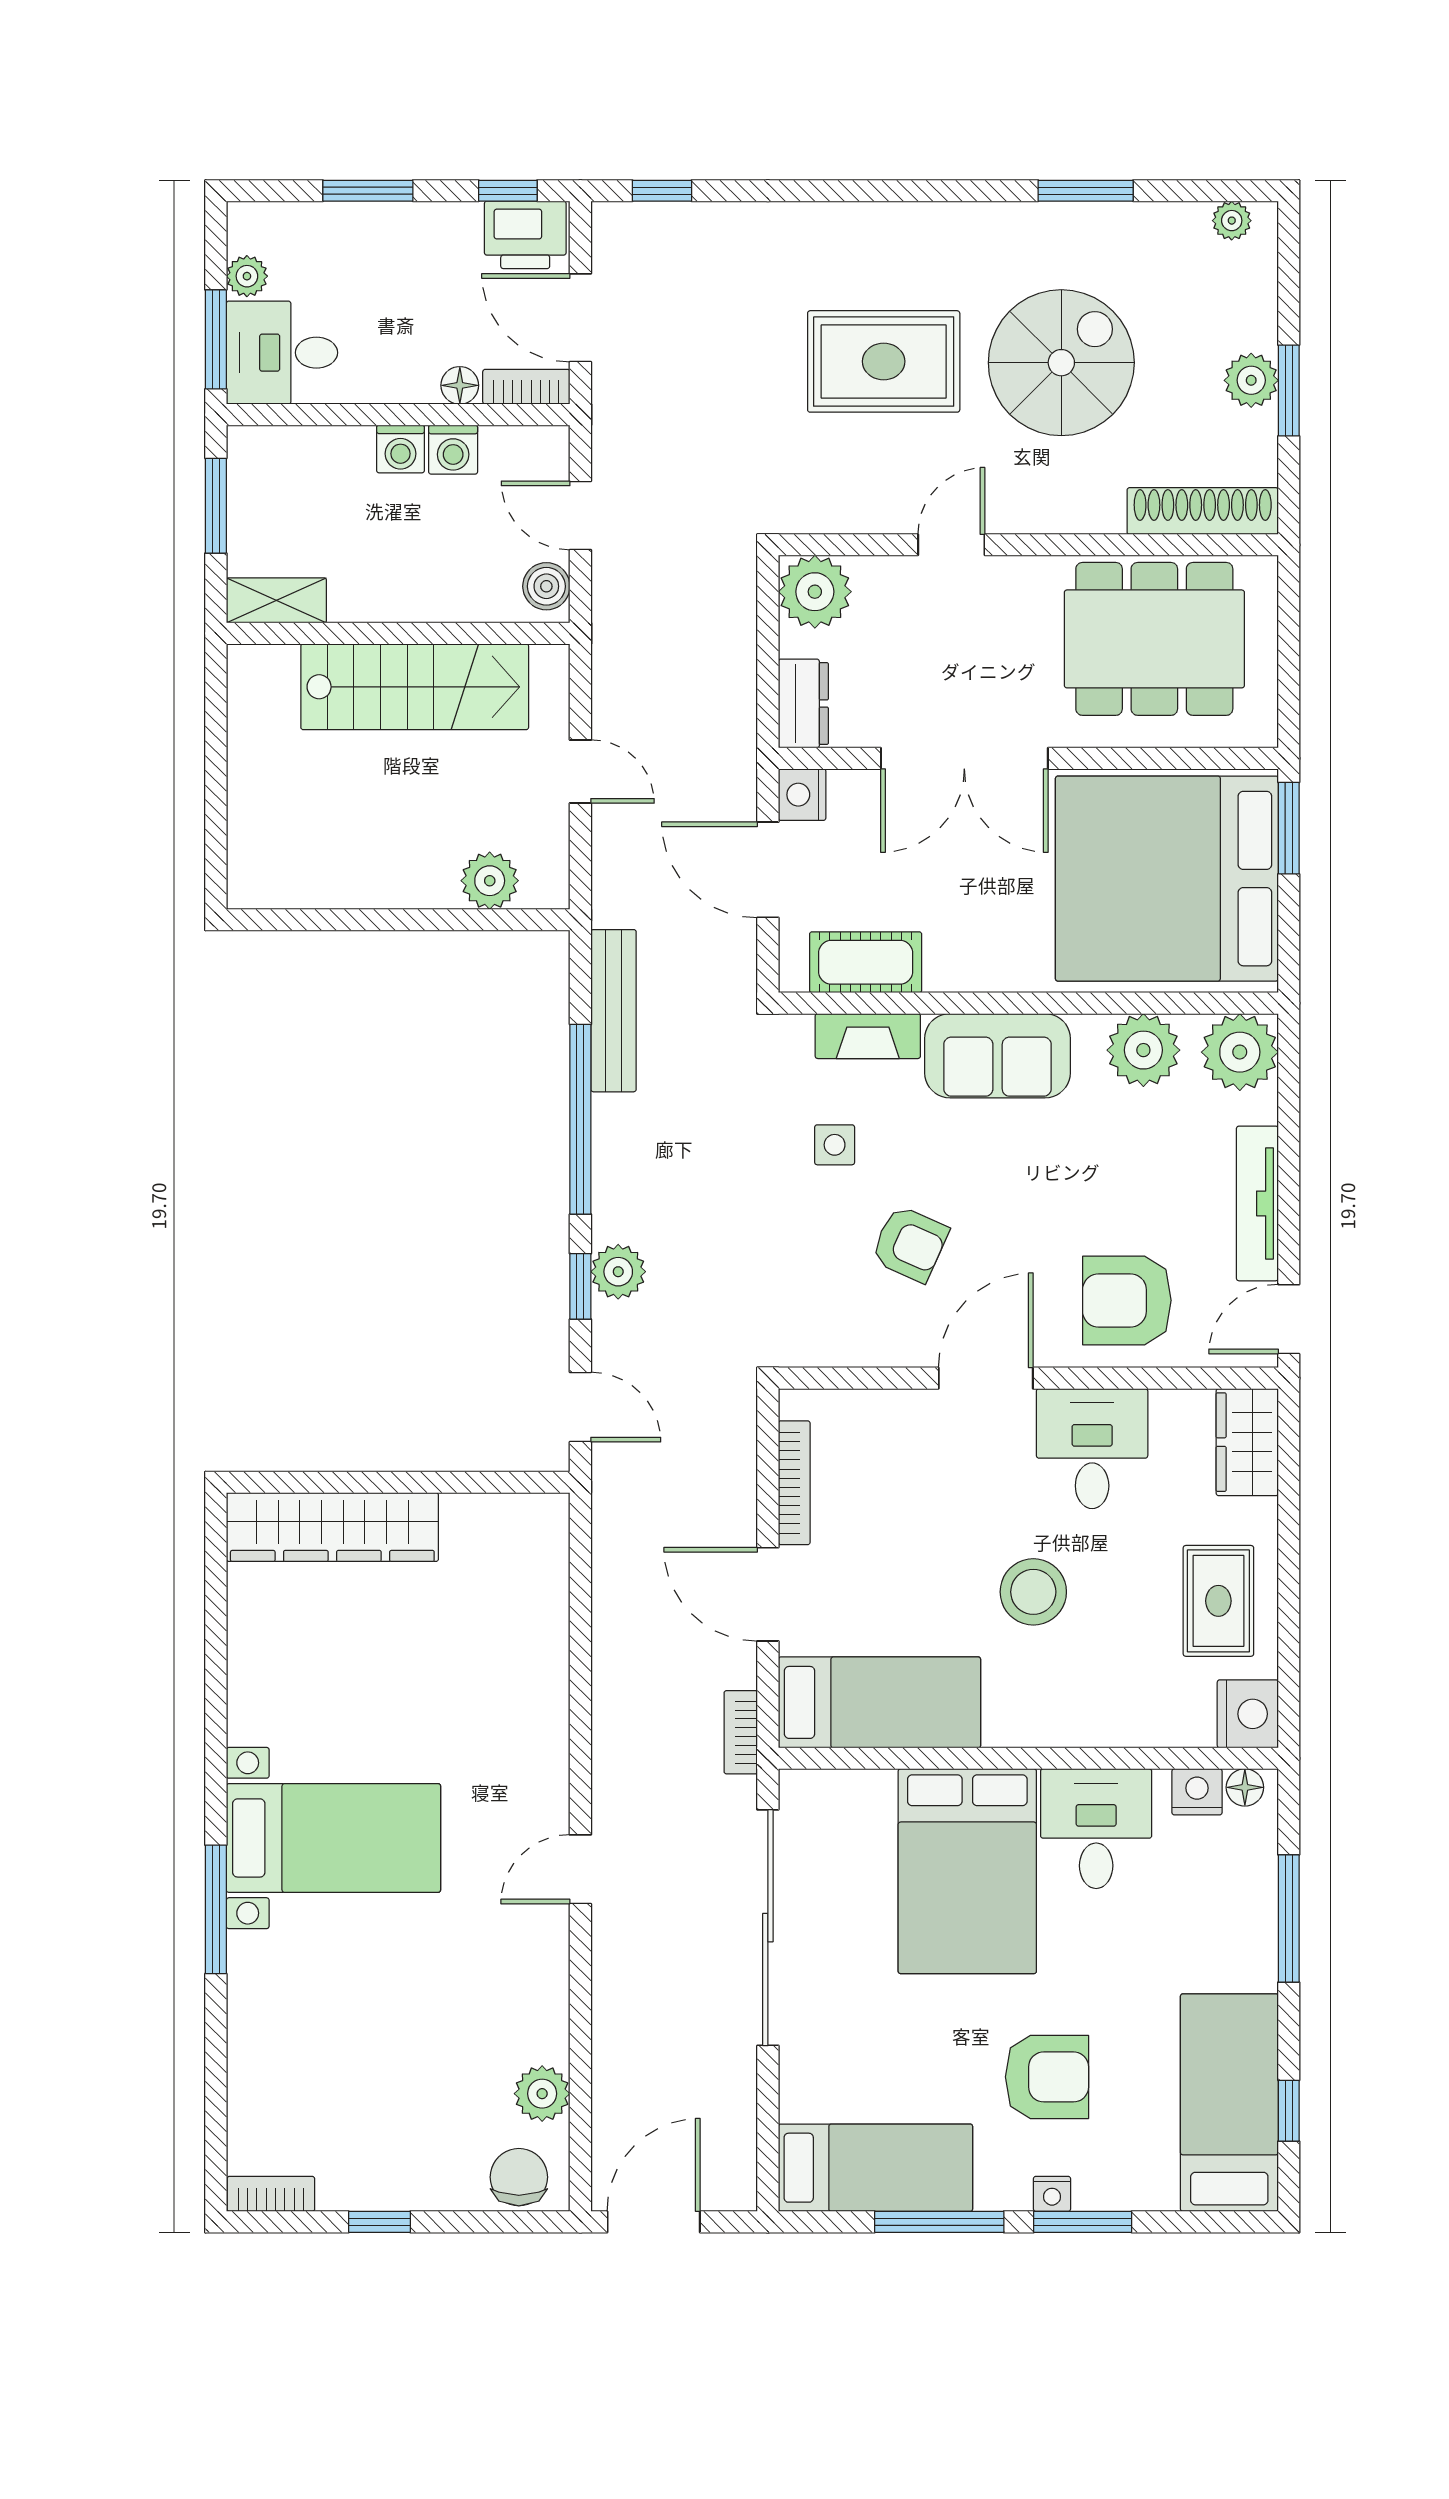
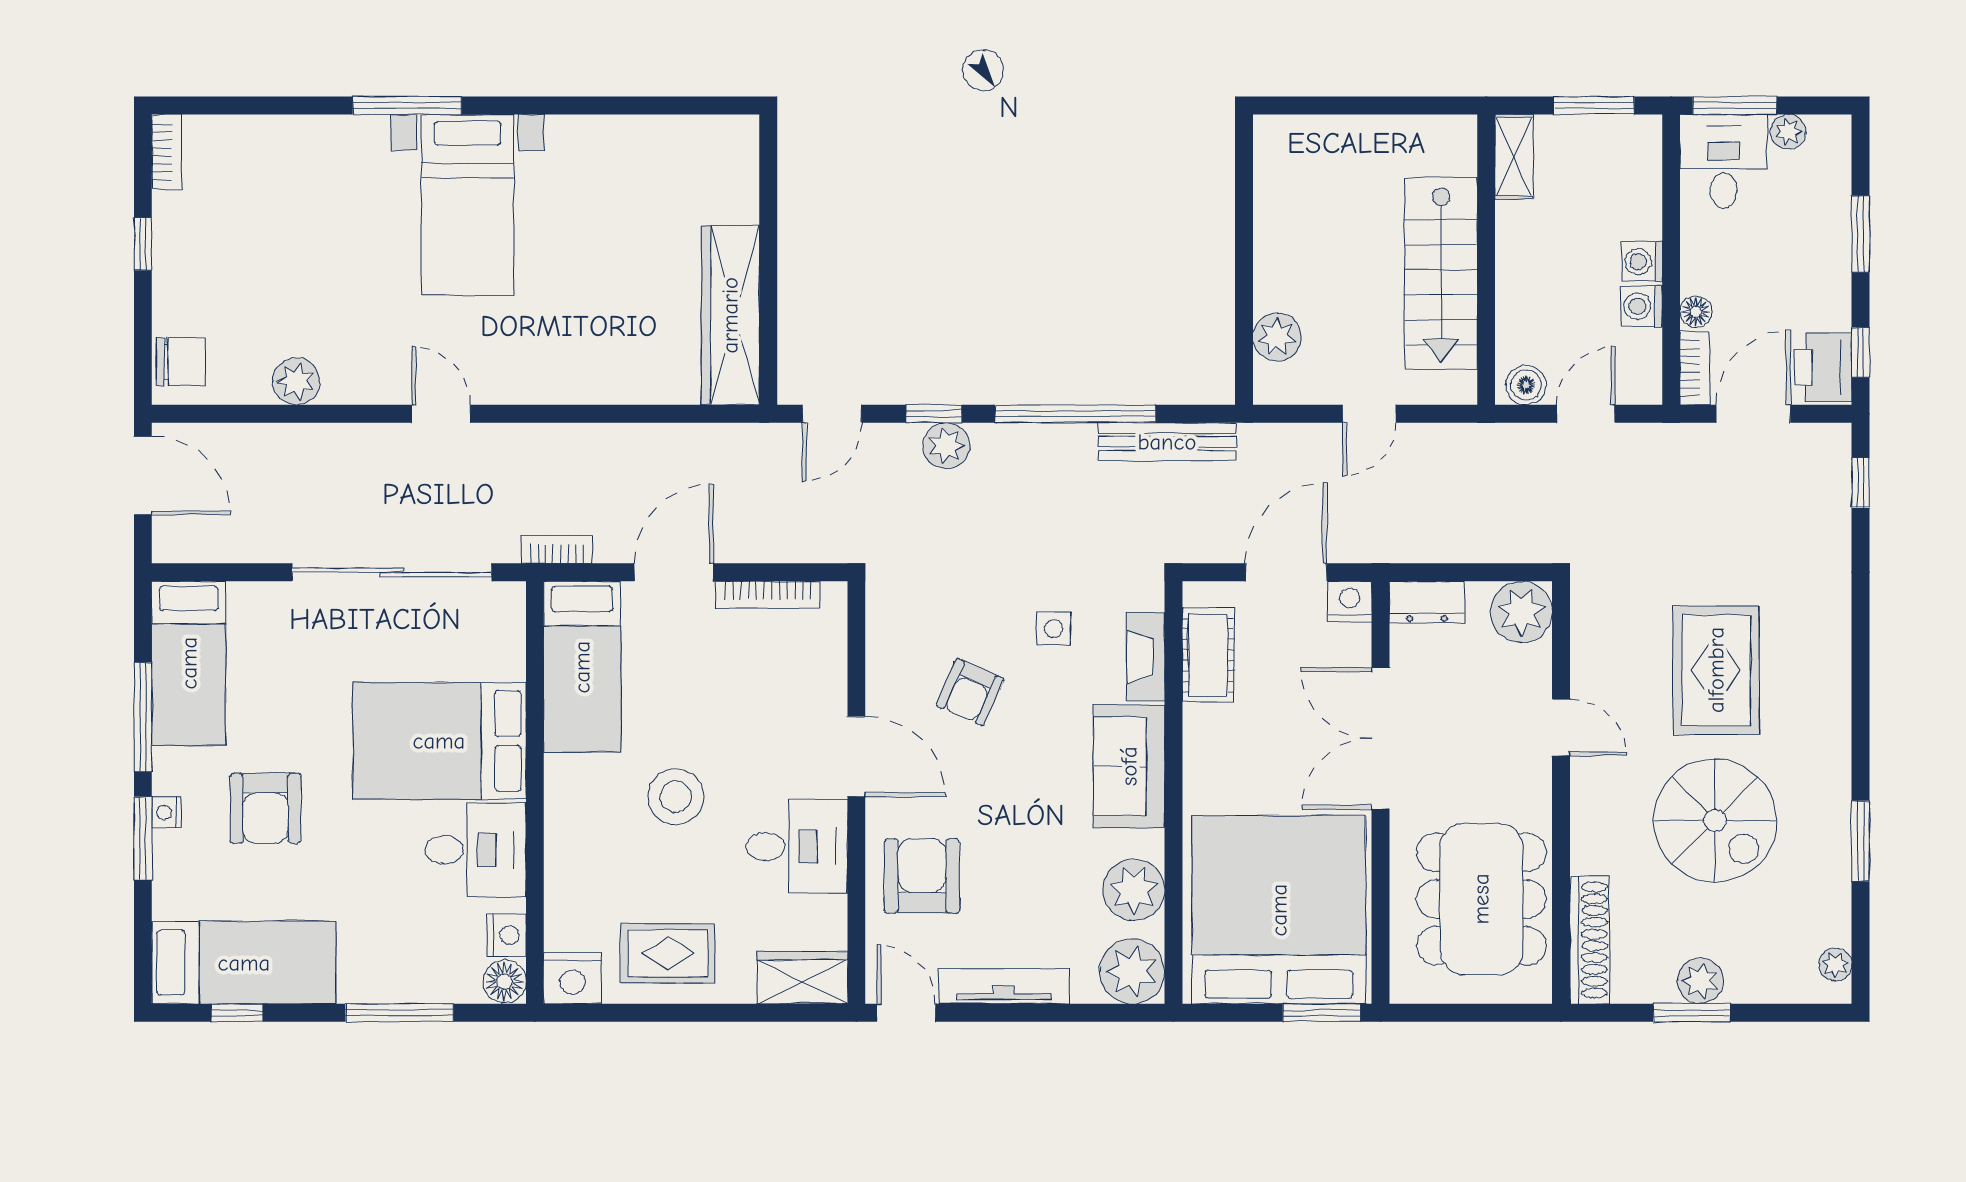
wardrobe: (332, 1527) -> (730, 315), moved
floor lamp: (1245, 1787) -> (504, 982), width x1.37, depth x1.37
plant: (542, 2094) -> (296, 381), moved

